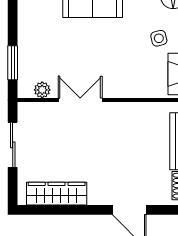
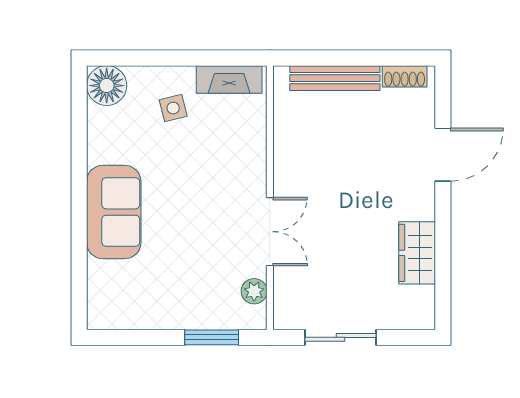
double door: (80, 100) -> (270, 232), swing flipped
wardrobe: (57, 194) -> (417, 253), width x0.67

